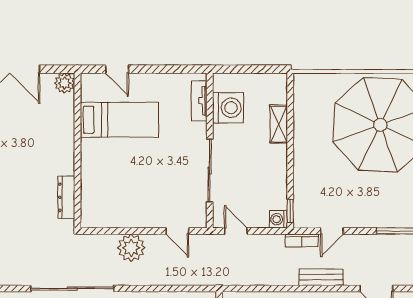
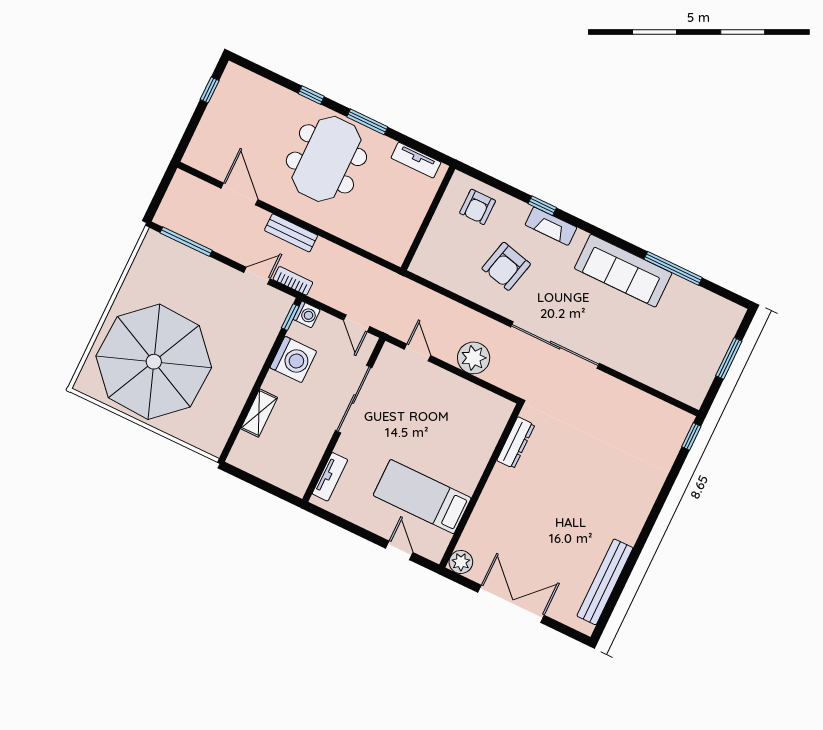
washing machine: (228, 108) -> (293, 359), moved, turned 180

